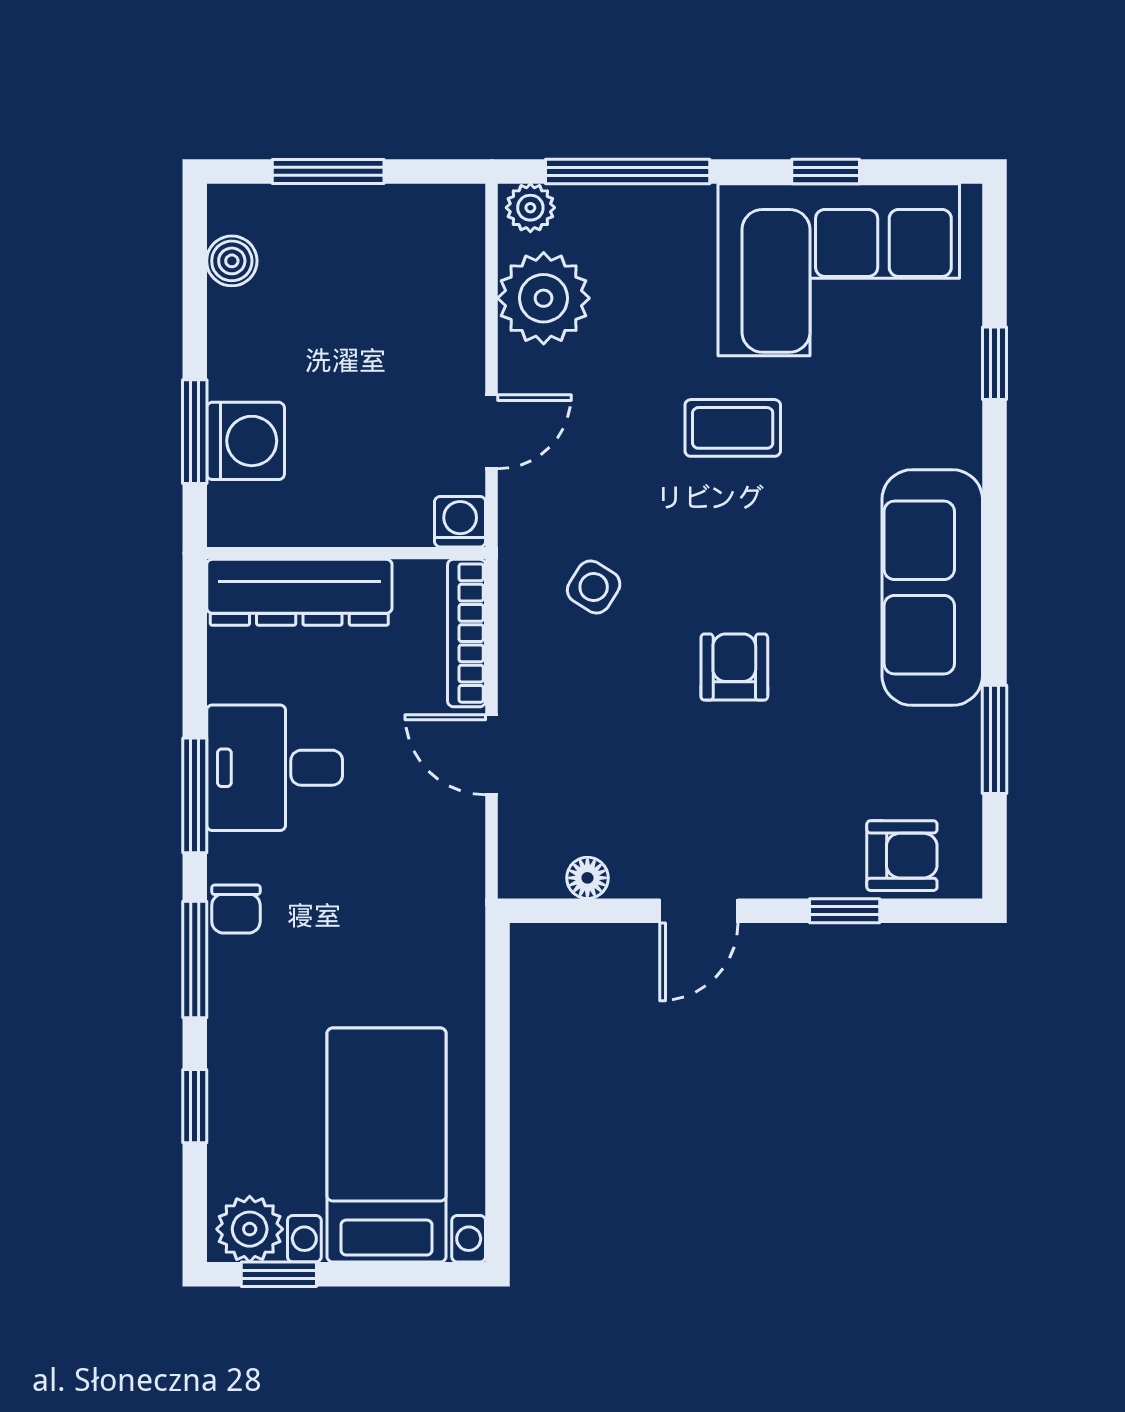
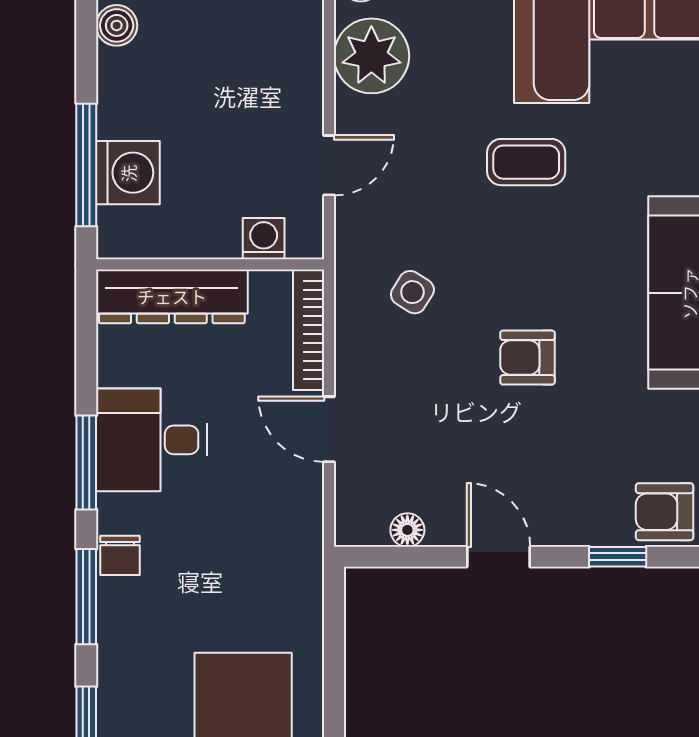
window: (195, 432) -> (86, 165), width x1.44
washing machine: (460, 522) -> (264, 239), moved
armchair: (734, 667) -> (528, 358), turned -90
armchair: (902, 856) -> (665, 512), turned 180
door: (699, 911) -> (499, 557), swing flipped

